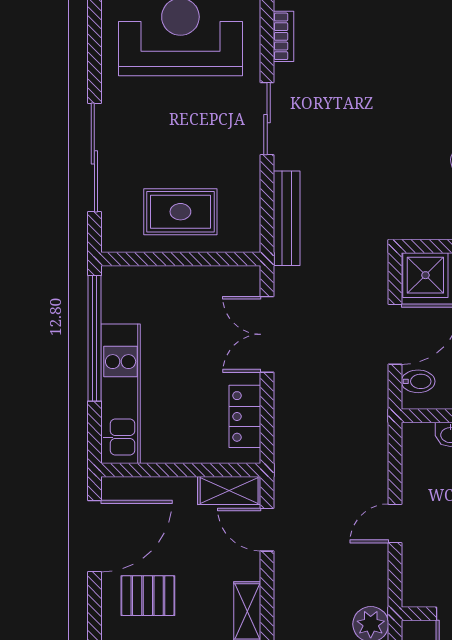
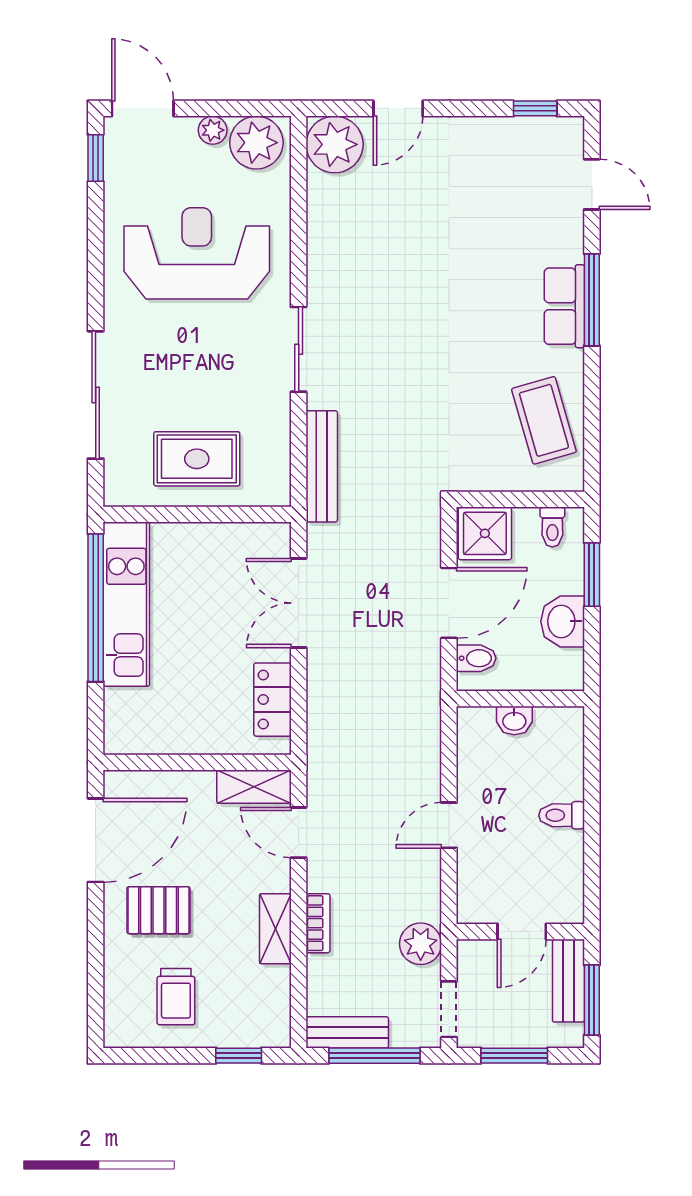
bookcase: (284, 36) -> (318, 923), moved
kitchen unit: (121, 394) -> (126, 604), moved

